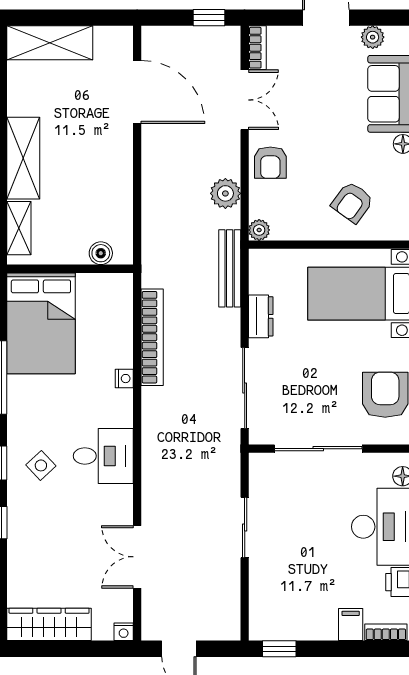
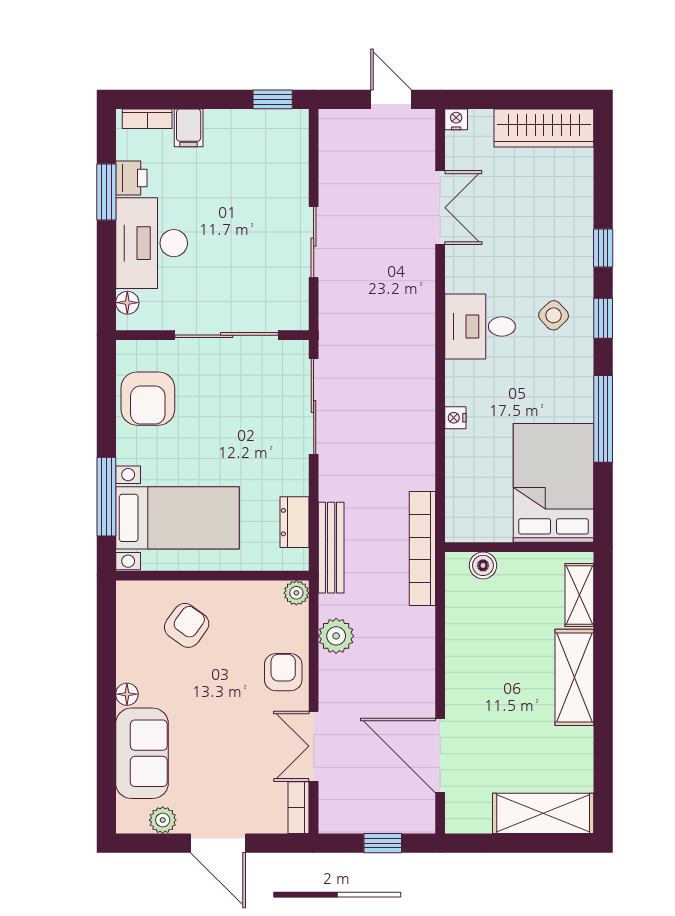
window: (209, 18) -> (383, 843), moved
dresser: (261, 316) -> (295, 522), moved
bookcase: (152, 337) -> (422, 548), moved

